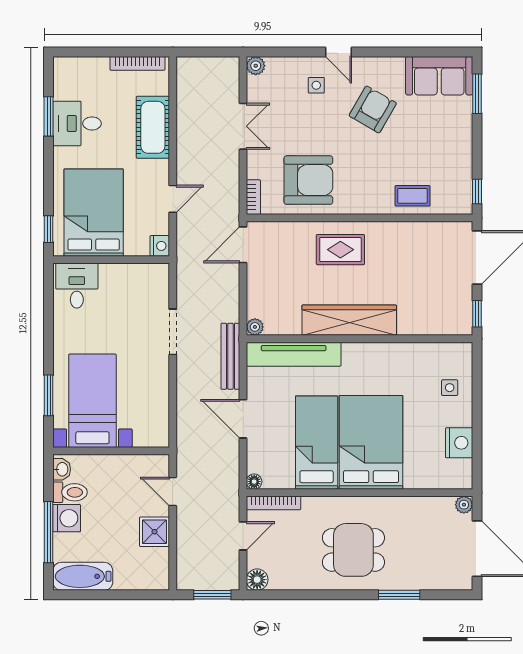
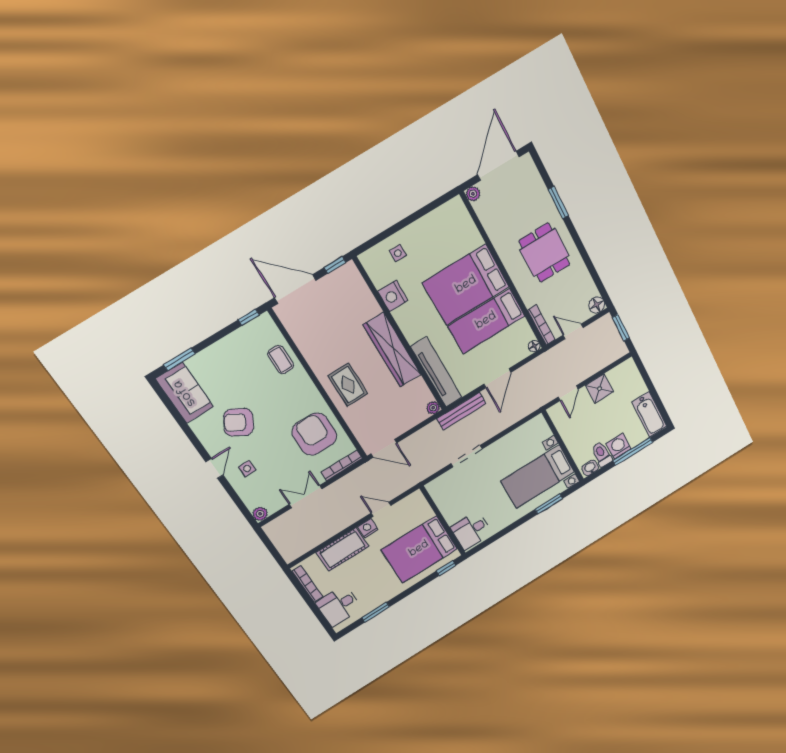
desk: (77, 123) -> (339, 606), moved, turned 90
bookcase: (253, 197) -> (342, 465), width x1.56
nightstand: (160, 246) -> (368, 528), moved
nightstand: (459, 443) -> (393, 296), moved, turned -90

